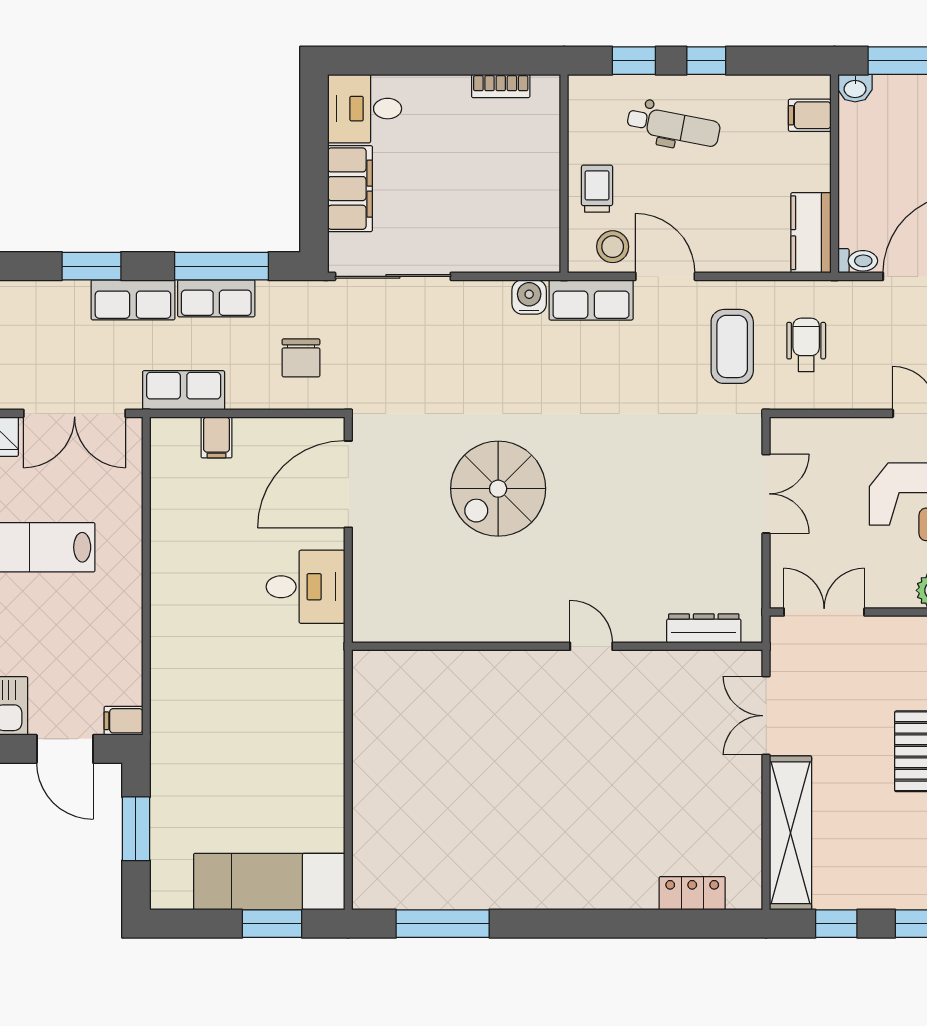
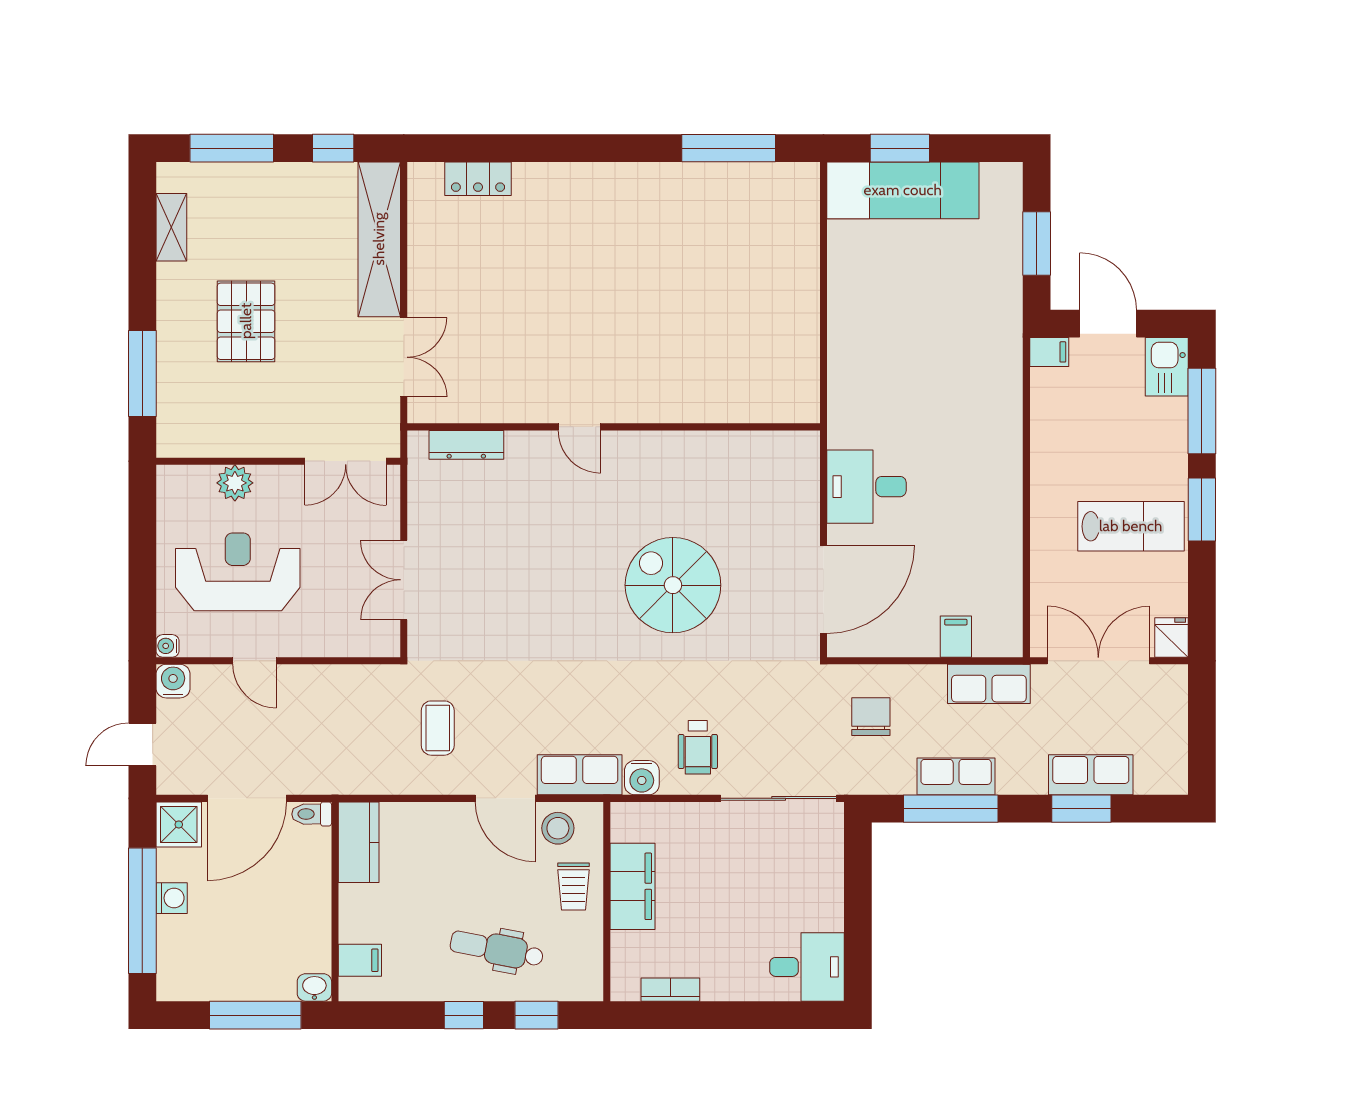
filing cabinet: (350, 189) -> (633, 886), moved, turned 180
row of seats: (133, 300) -> (1091, 775), moved
wheelchair: (806, 345) -> (698, 747), moved
coffee table: (732, 346) -> (438, 728), width x0.73, depth x0.77
spiral stairs: (498, 489) -> (673, 585), turned -90

